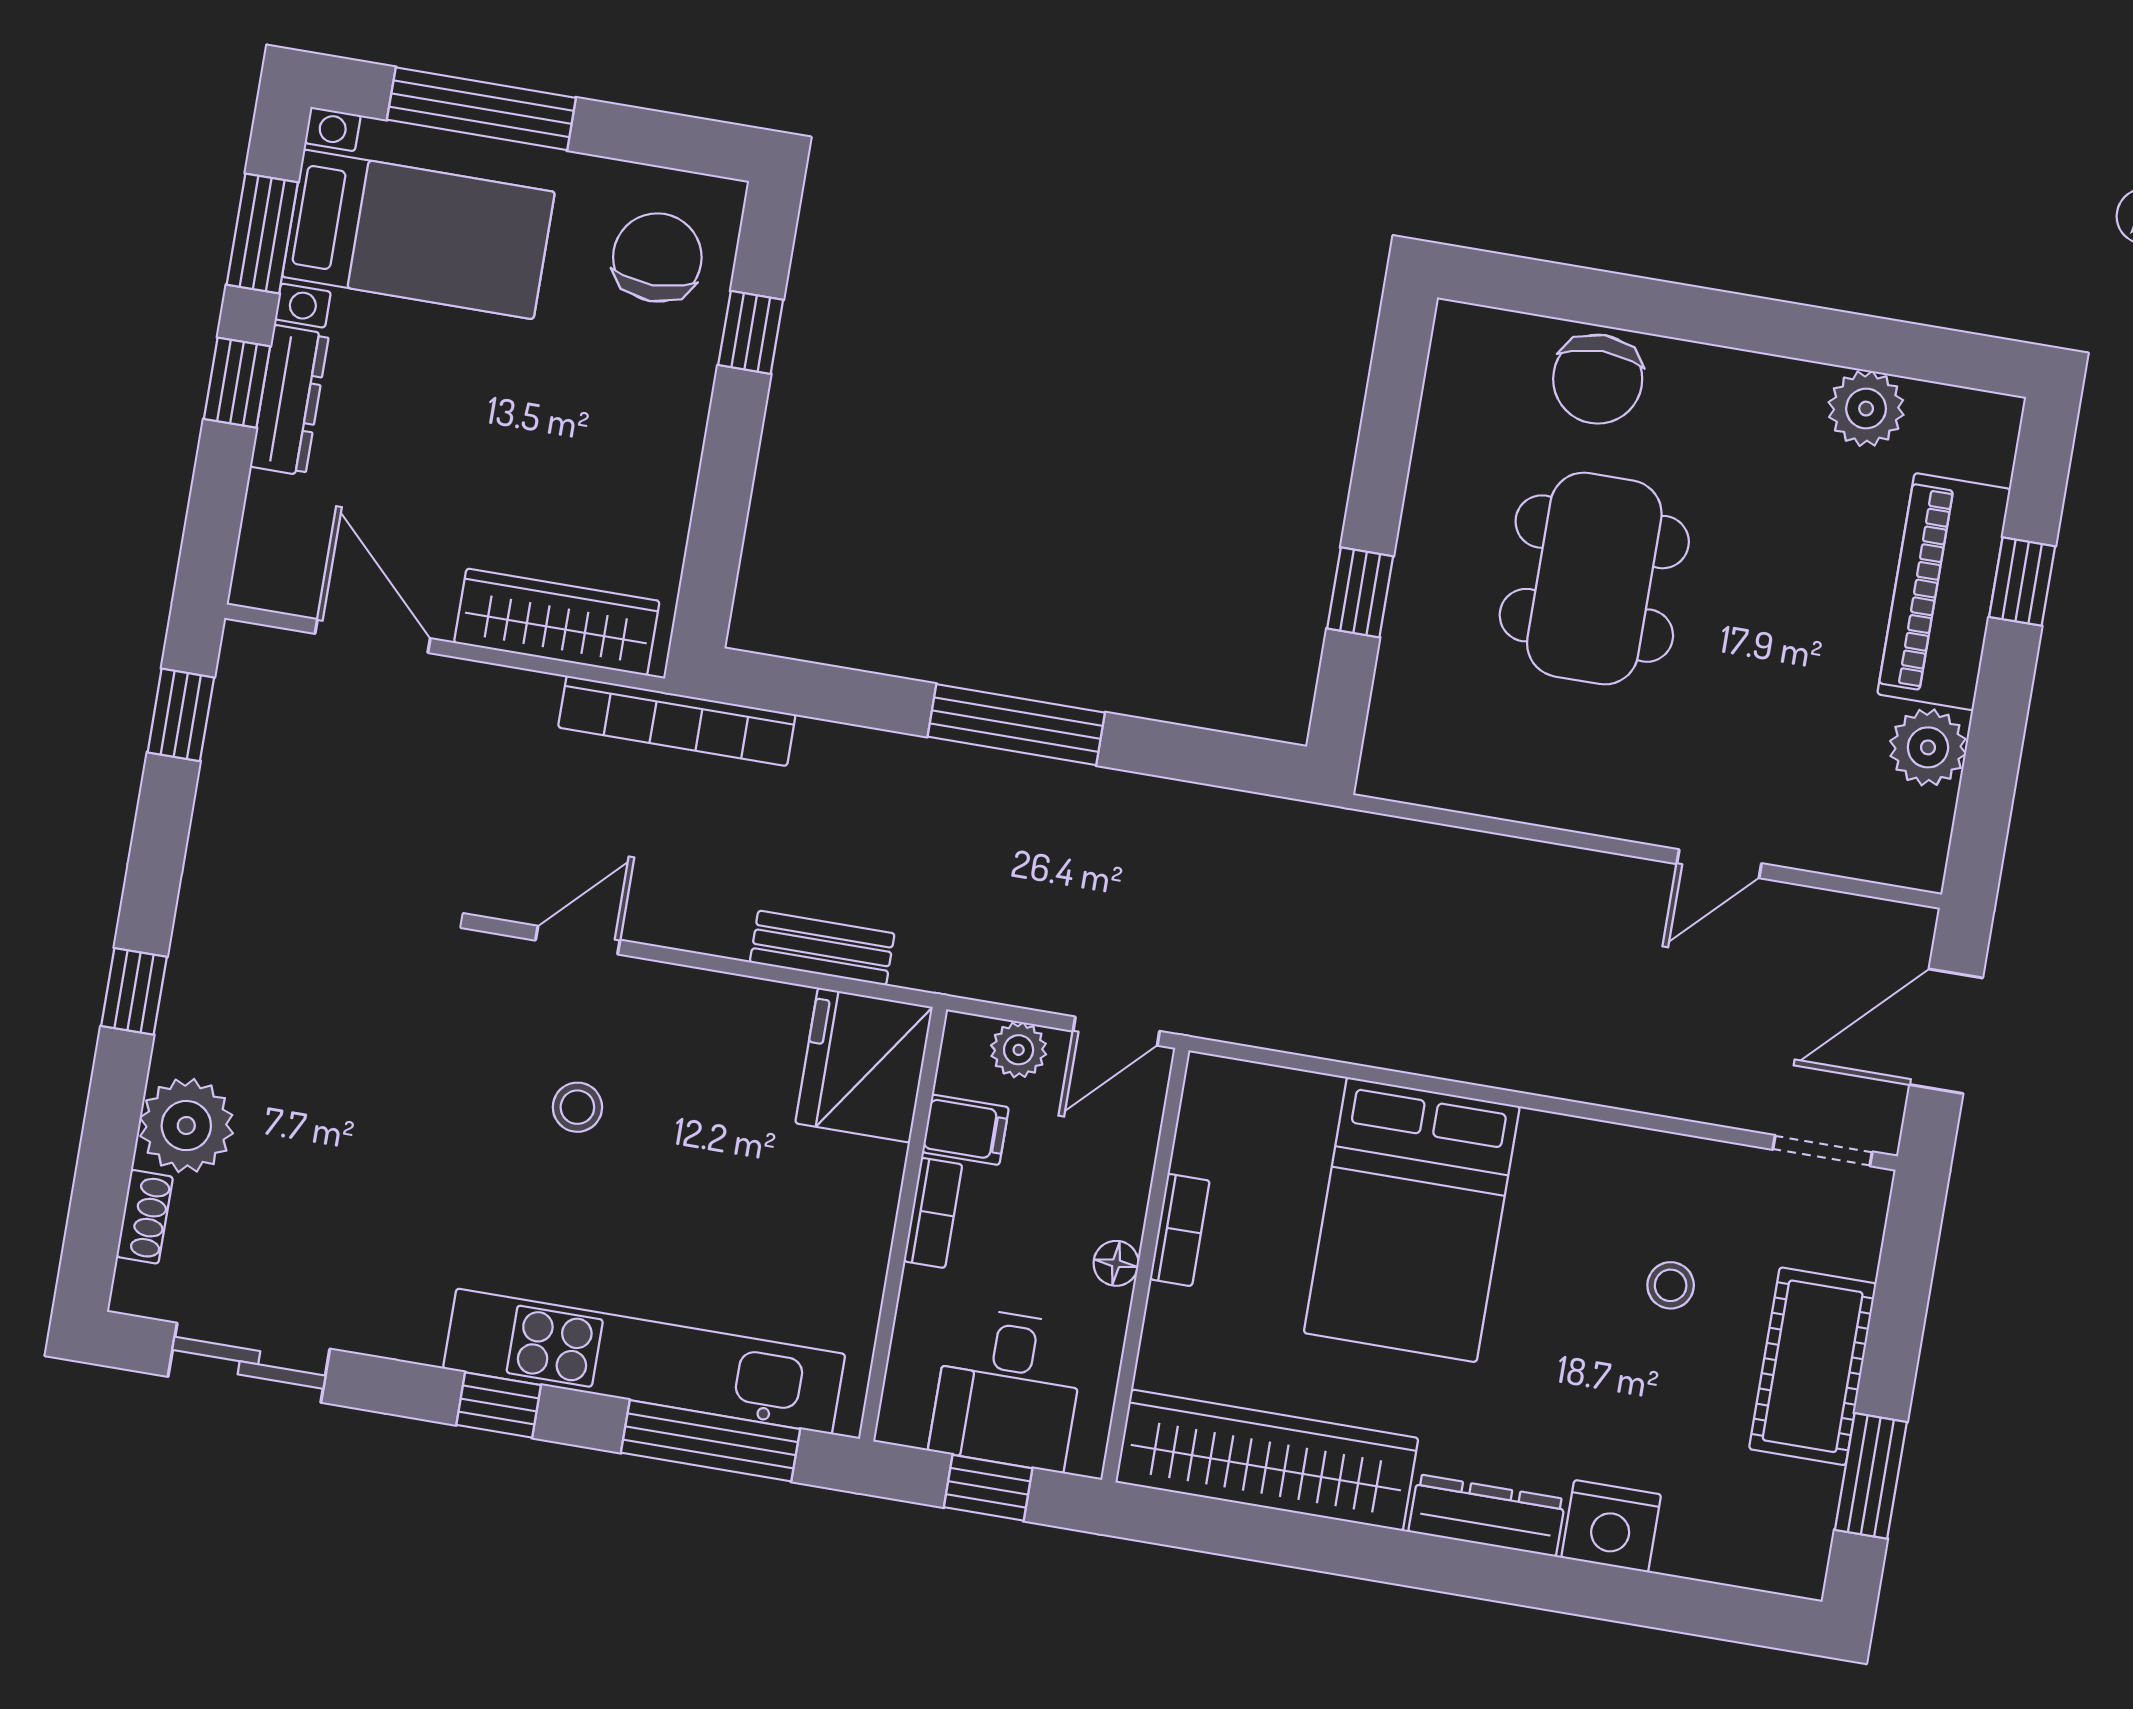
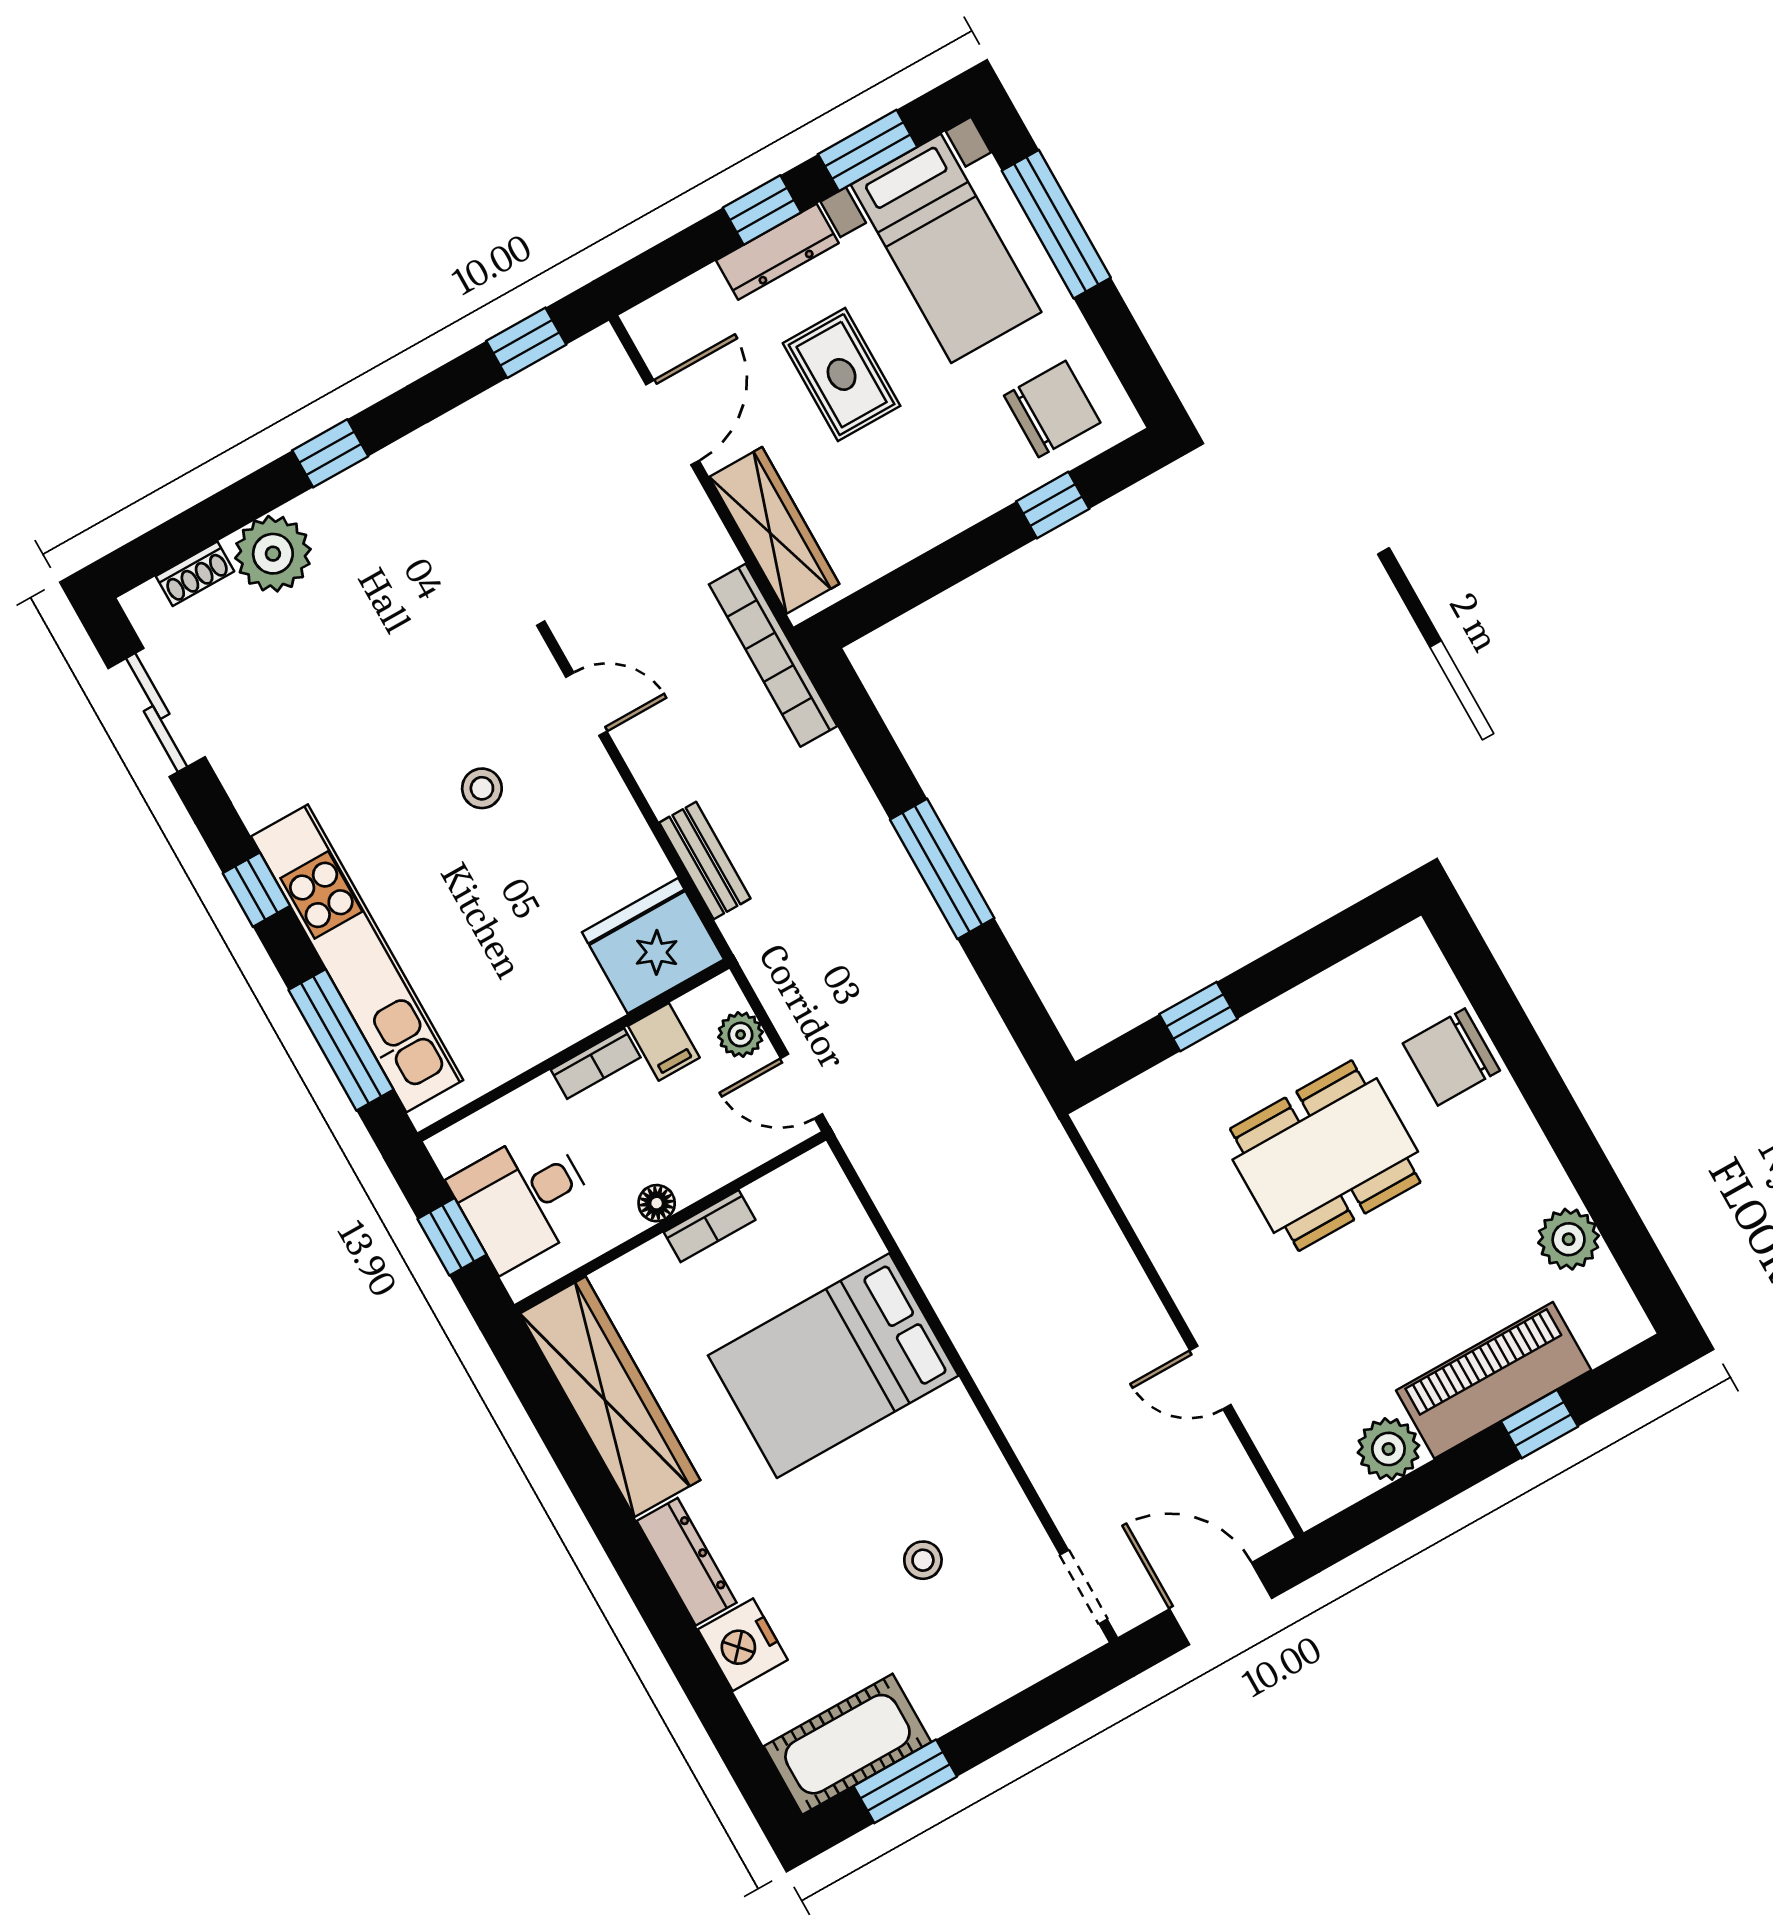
rug: (459, 434) -> (842, 374), added
cot: (1813, 1366) -> (847, 1744), moved

